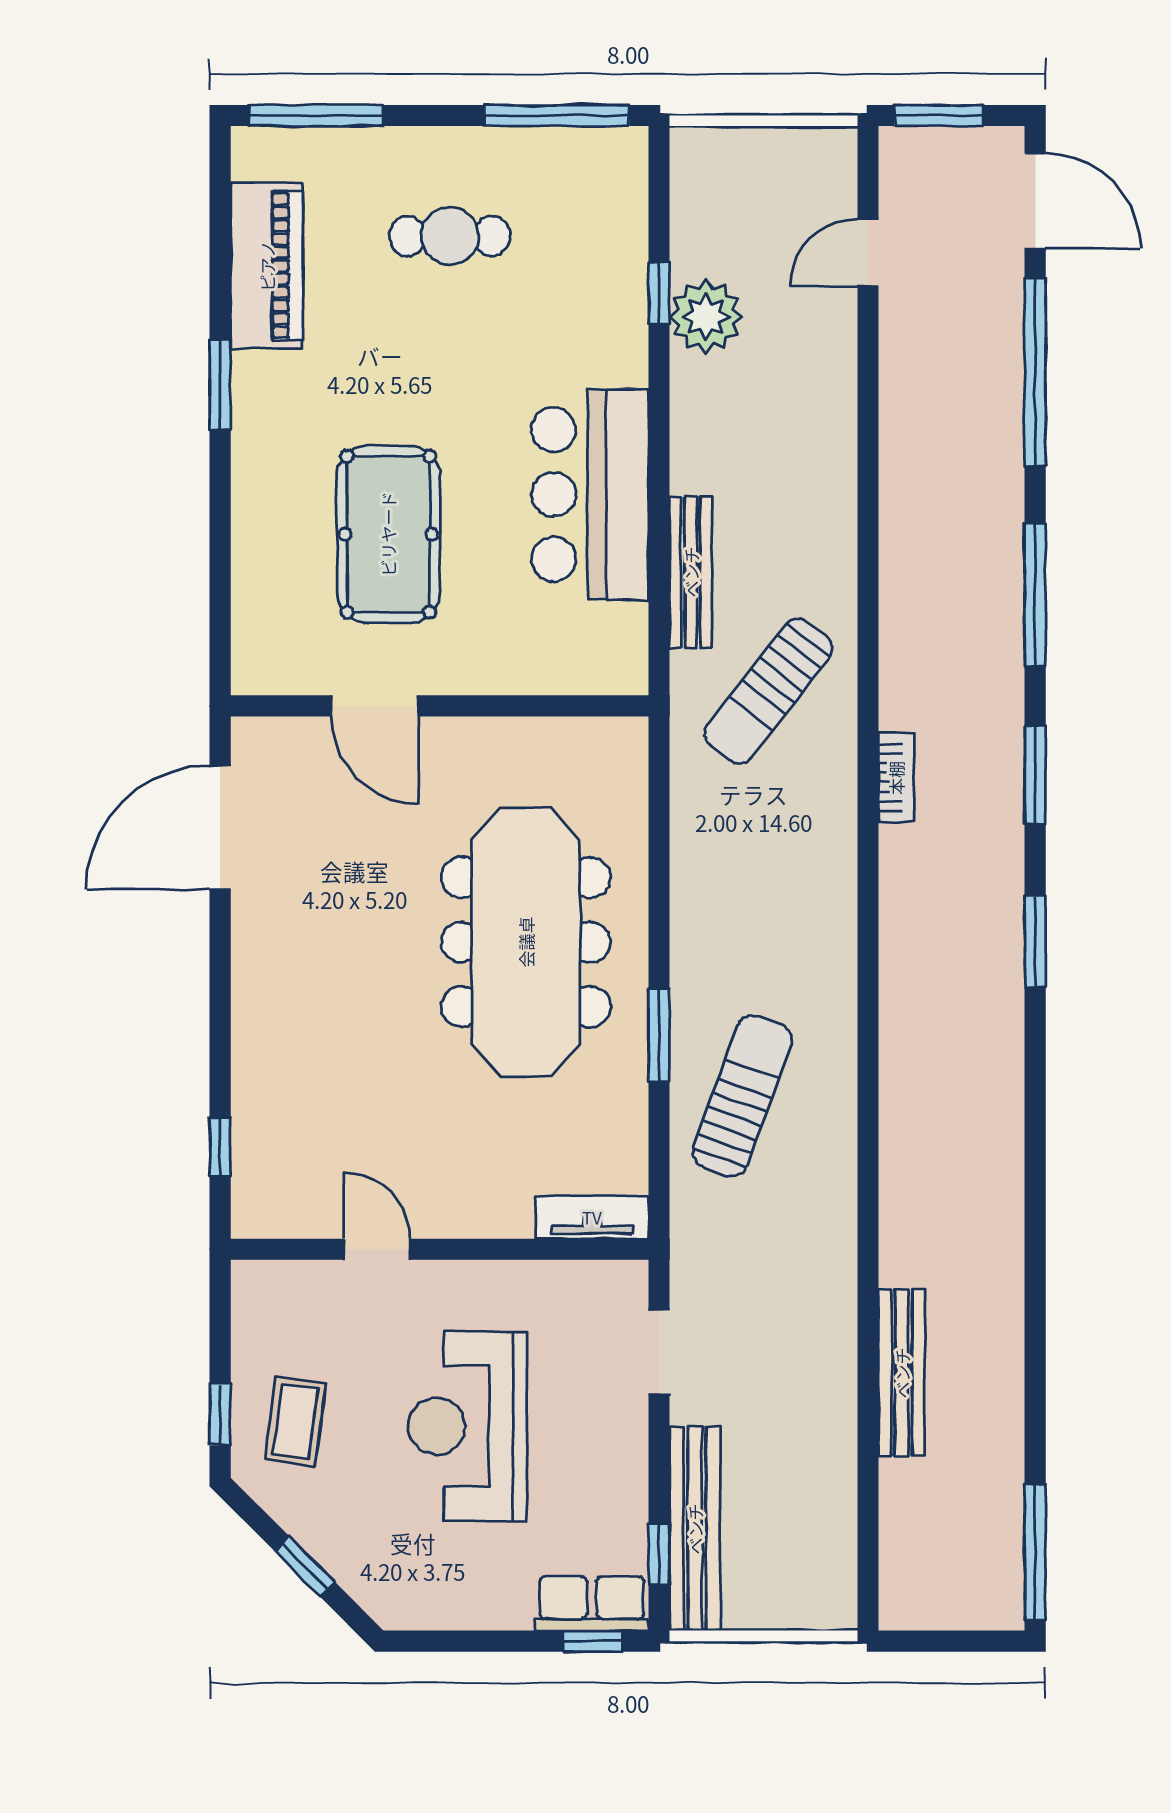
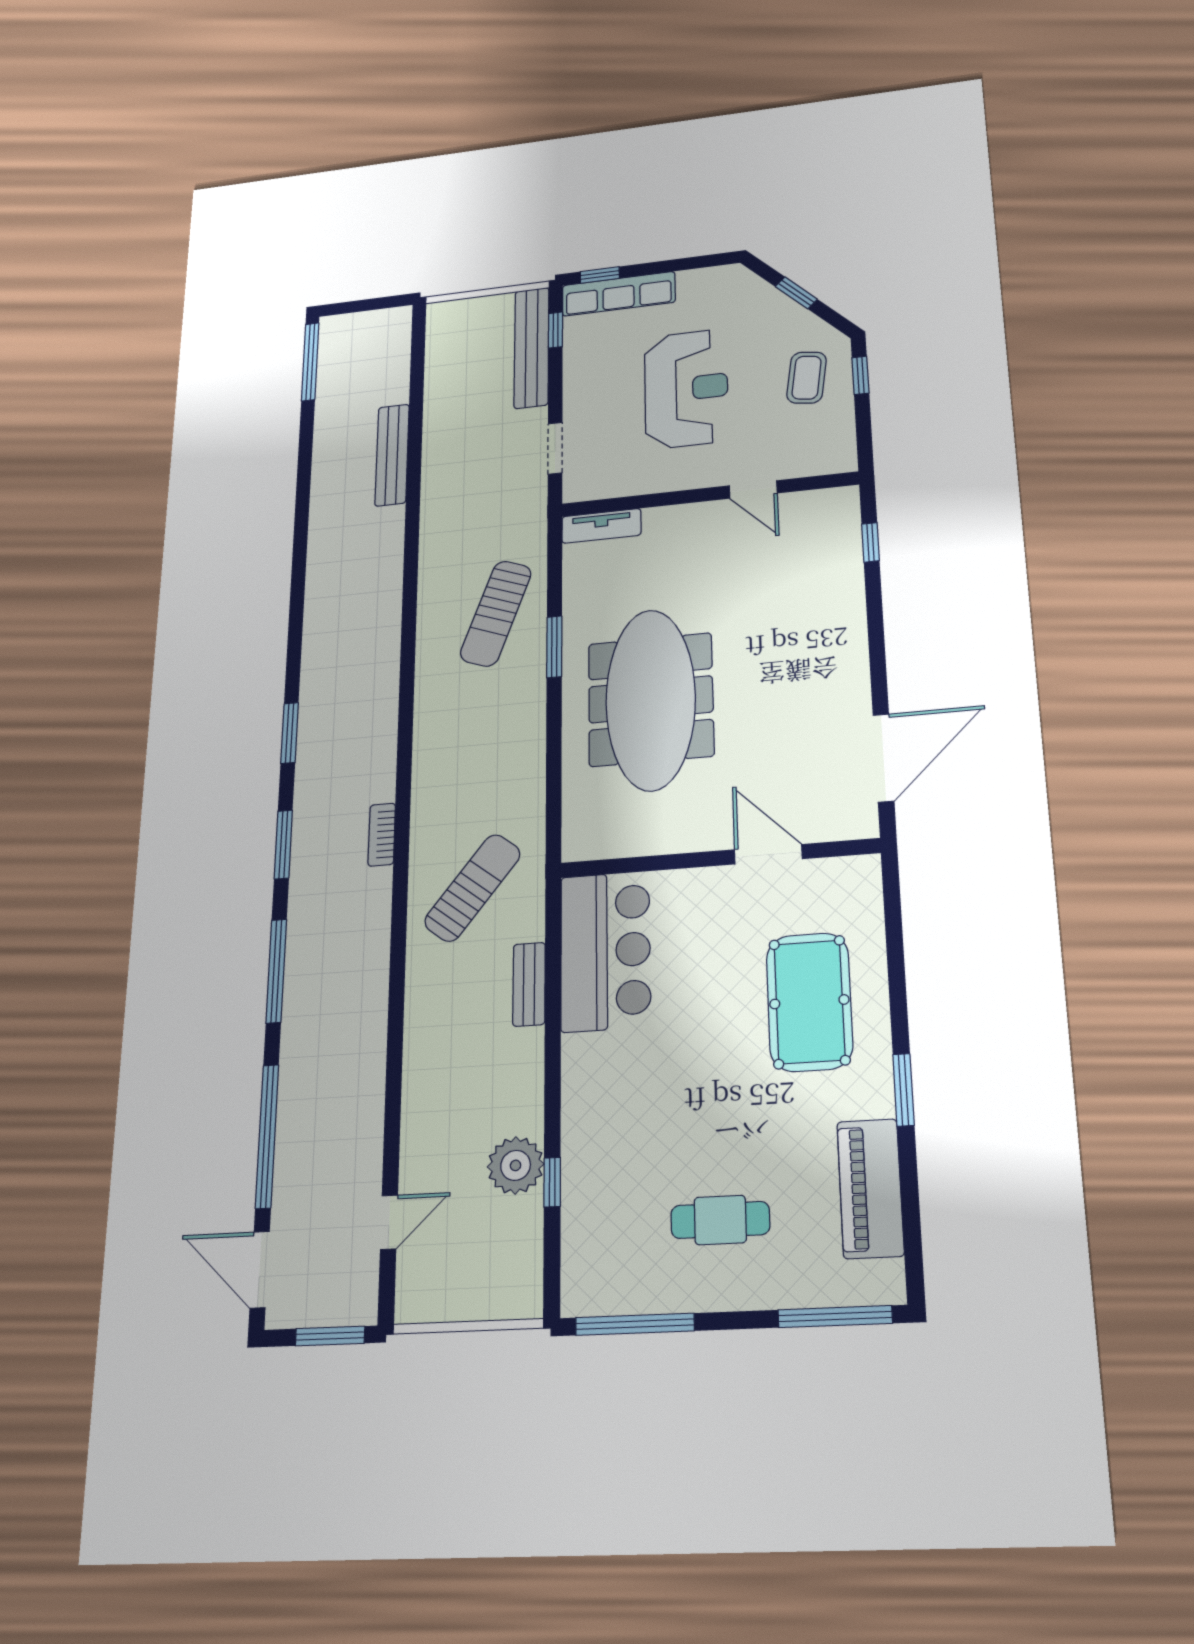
bar counter: (590, 494) -> (605, 951), moved
pool table: (388, 534) -> (809, 1002), moved
bench: (691, 572) -> (529, 984), width x0.73
row of seats: (592, 1604) -> (619, 294), width x1.48

